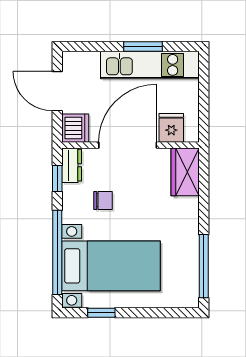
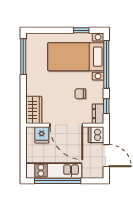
window: (143, 46) -> (58, 181), width x2.11
door: (128, 145) -> (66, 125), hinge flipped

